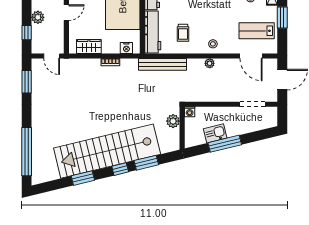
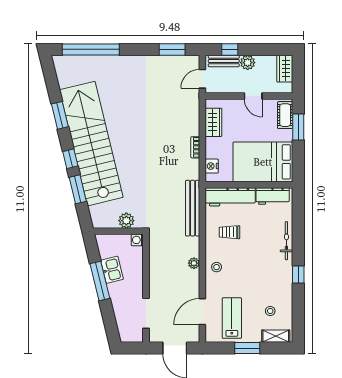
bench: (36, 38) -> (224, 61), added

